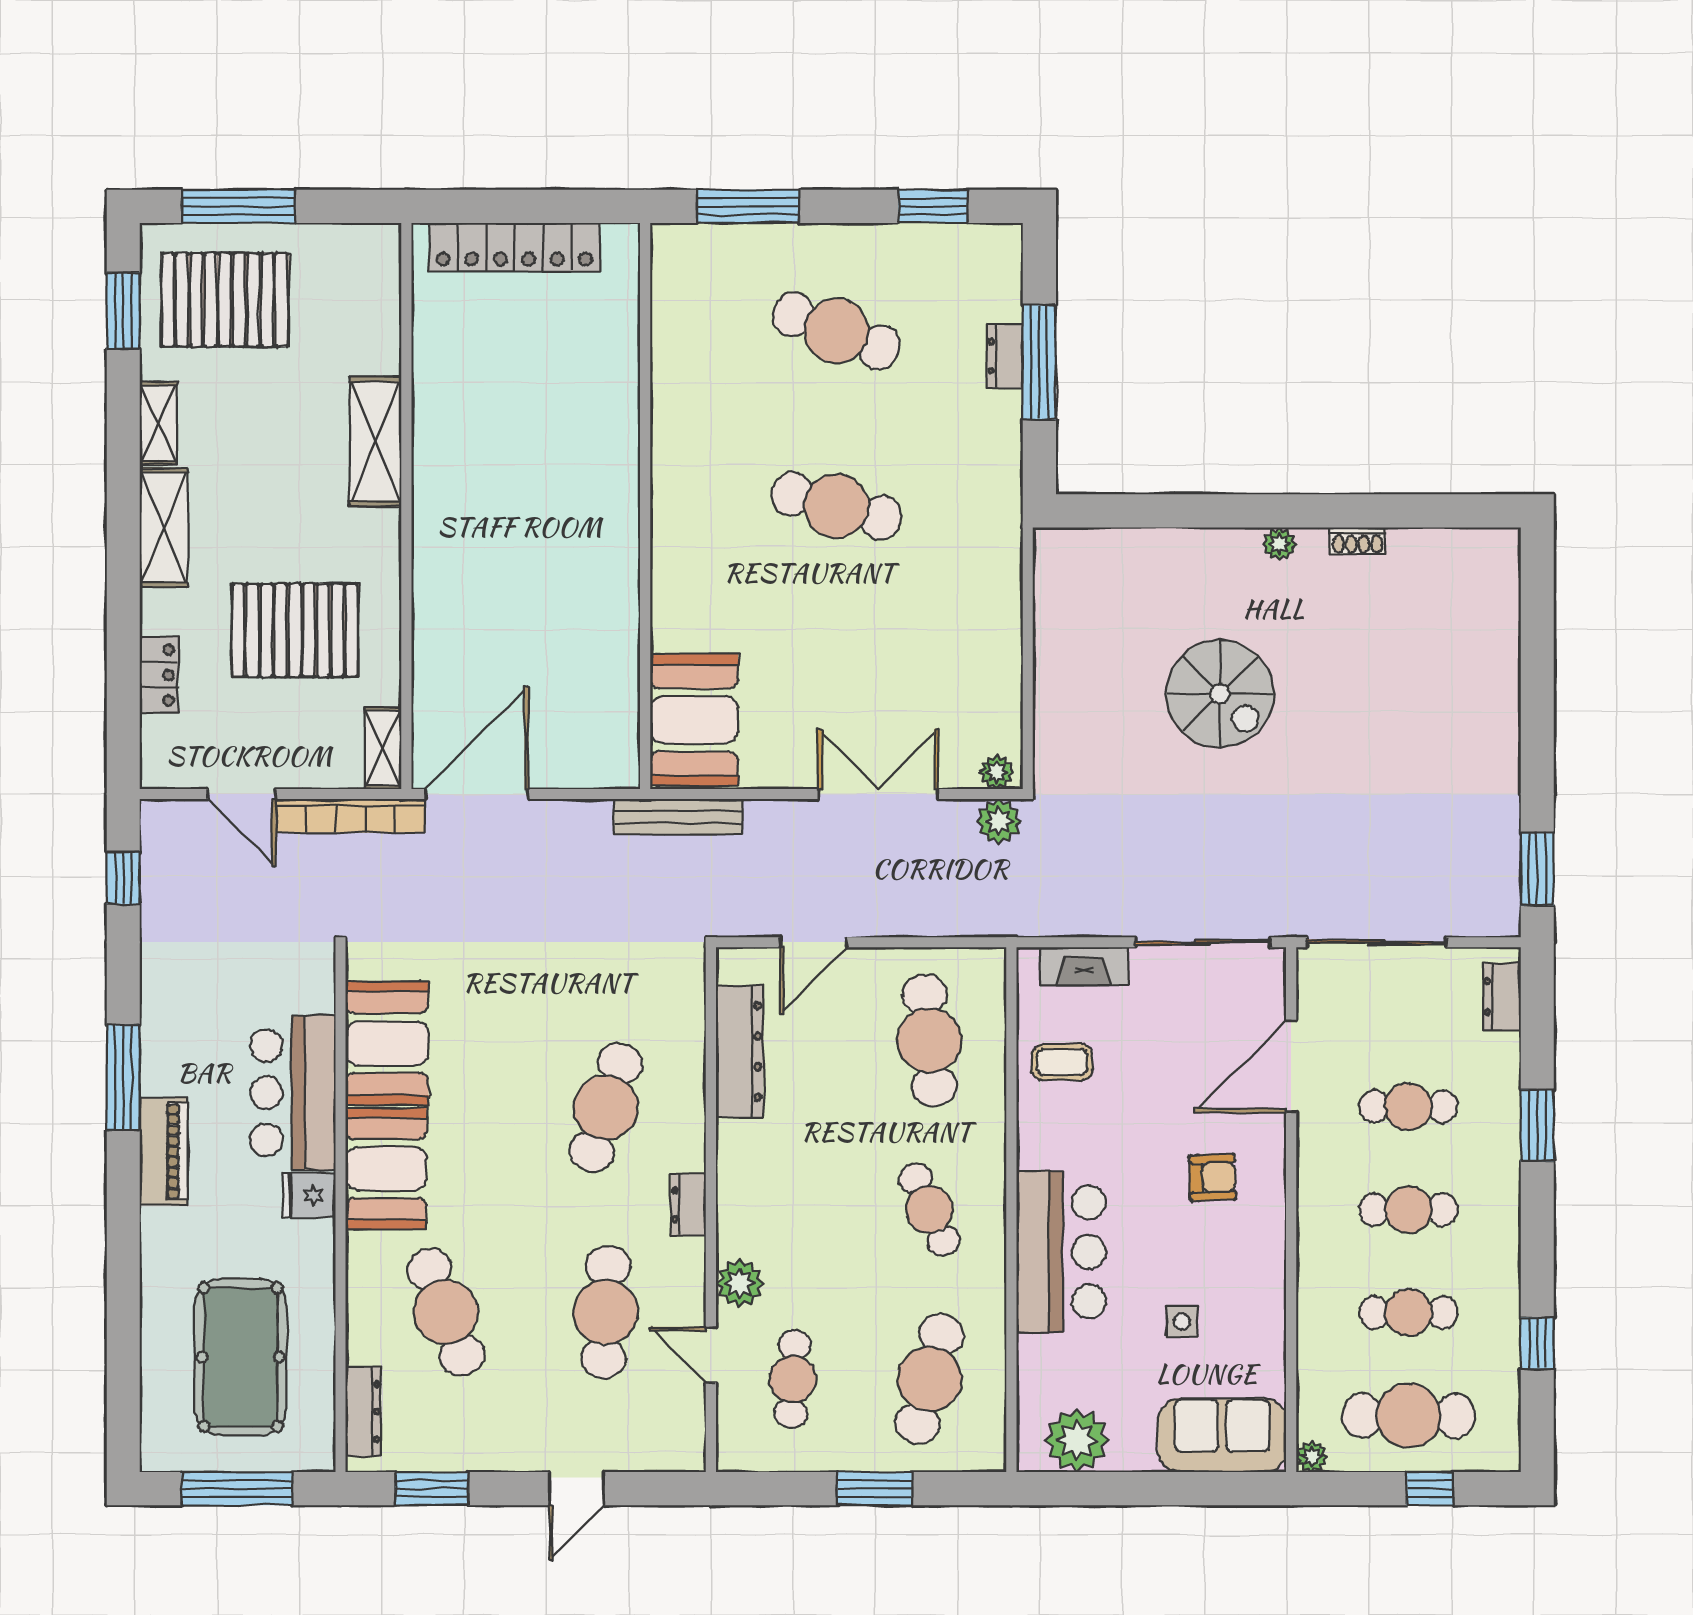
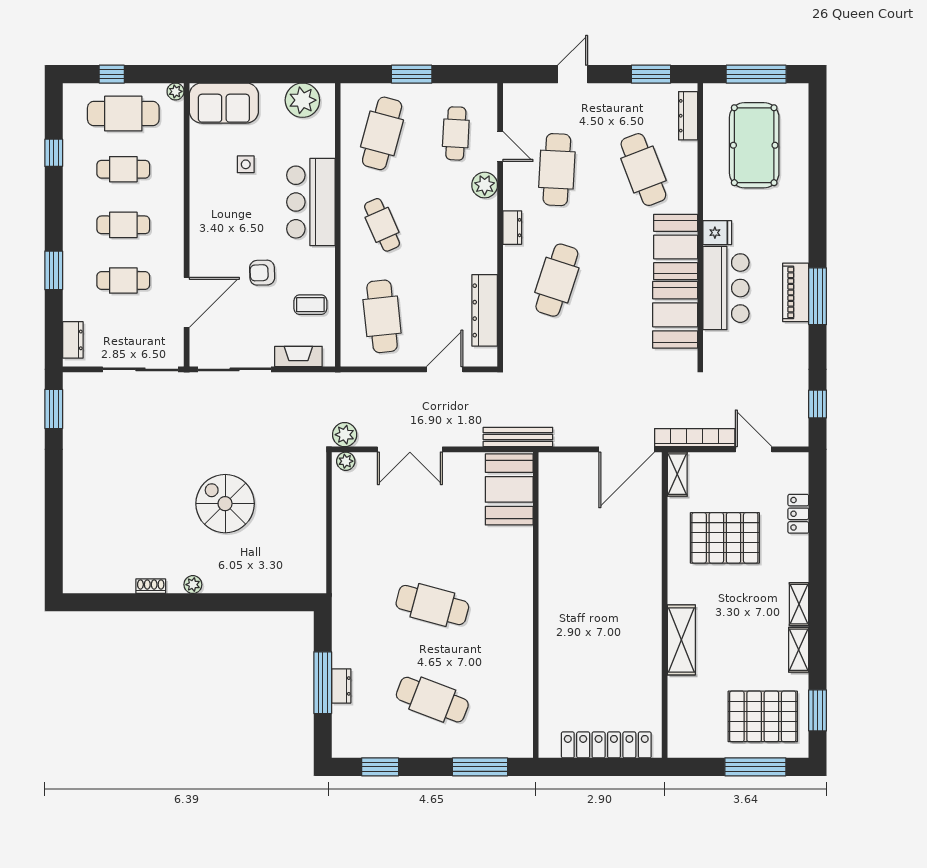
shelving: (164, 528) -> (799, 604), width x0.67, depth x0.75
piano: (164, 1151) -> (796, 292), moved
armchair: (1212, 1177) -> (262, 273), moved

